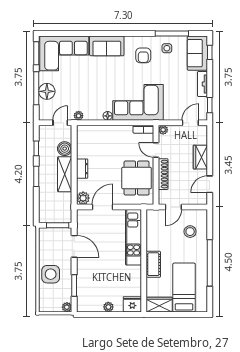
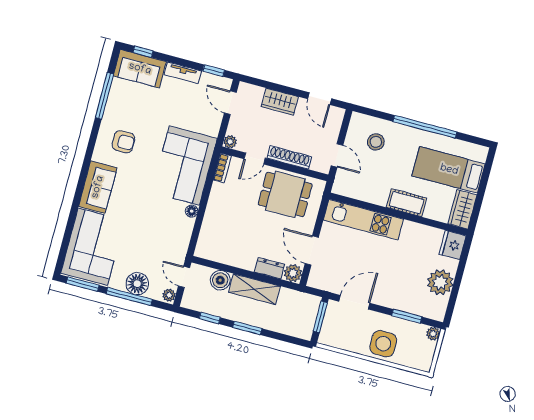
side table: (167, 48) -> (122, 108), removed
plant: (79, 116) -> (169, 295), moved
dresser: (82, 169) -> (269, 268), moved
plant: (108, 307) -> (440, 282), width x1.87, depth x1.87

